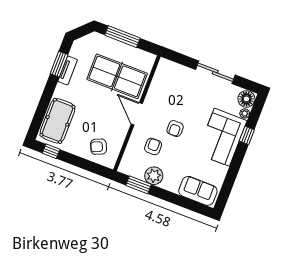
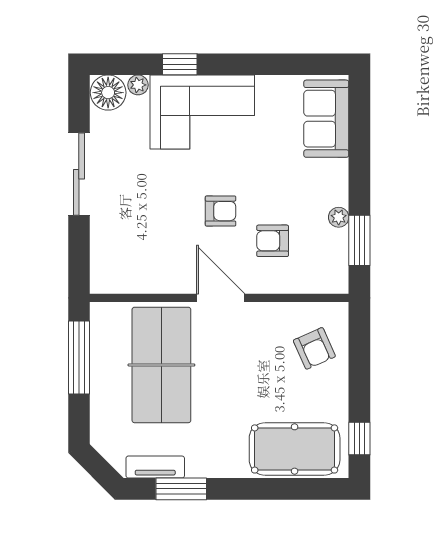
window: (122, 37) -> (79, 357), moved
tv unit: (68, 71) -> (155, 467), moved
door: (137, 114) -> (221, 298), swing flipped
plant: (154, 176) -> (339, 217), width x0.53, depth x0.53

